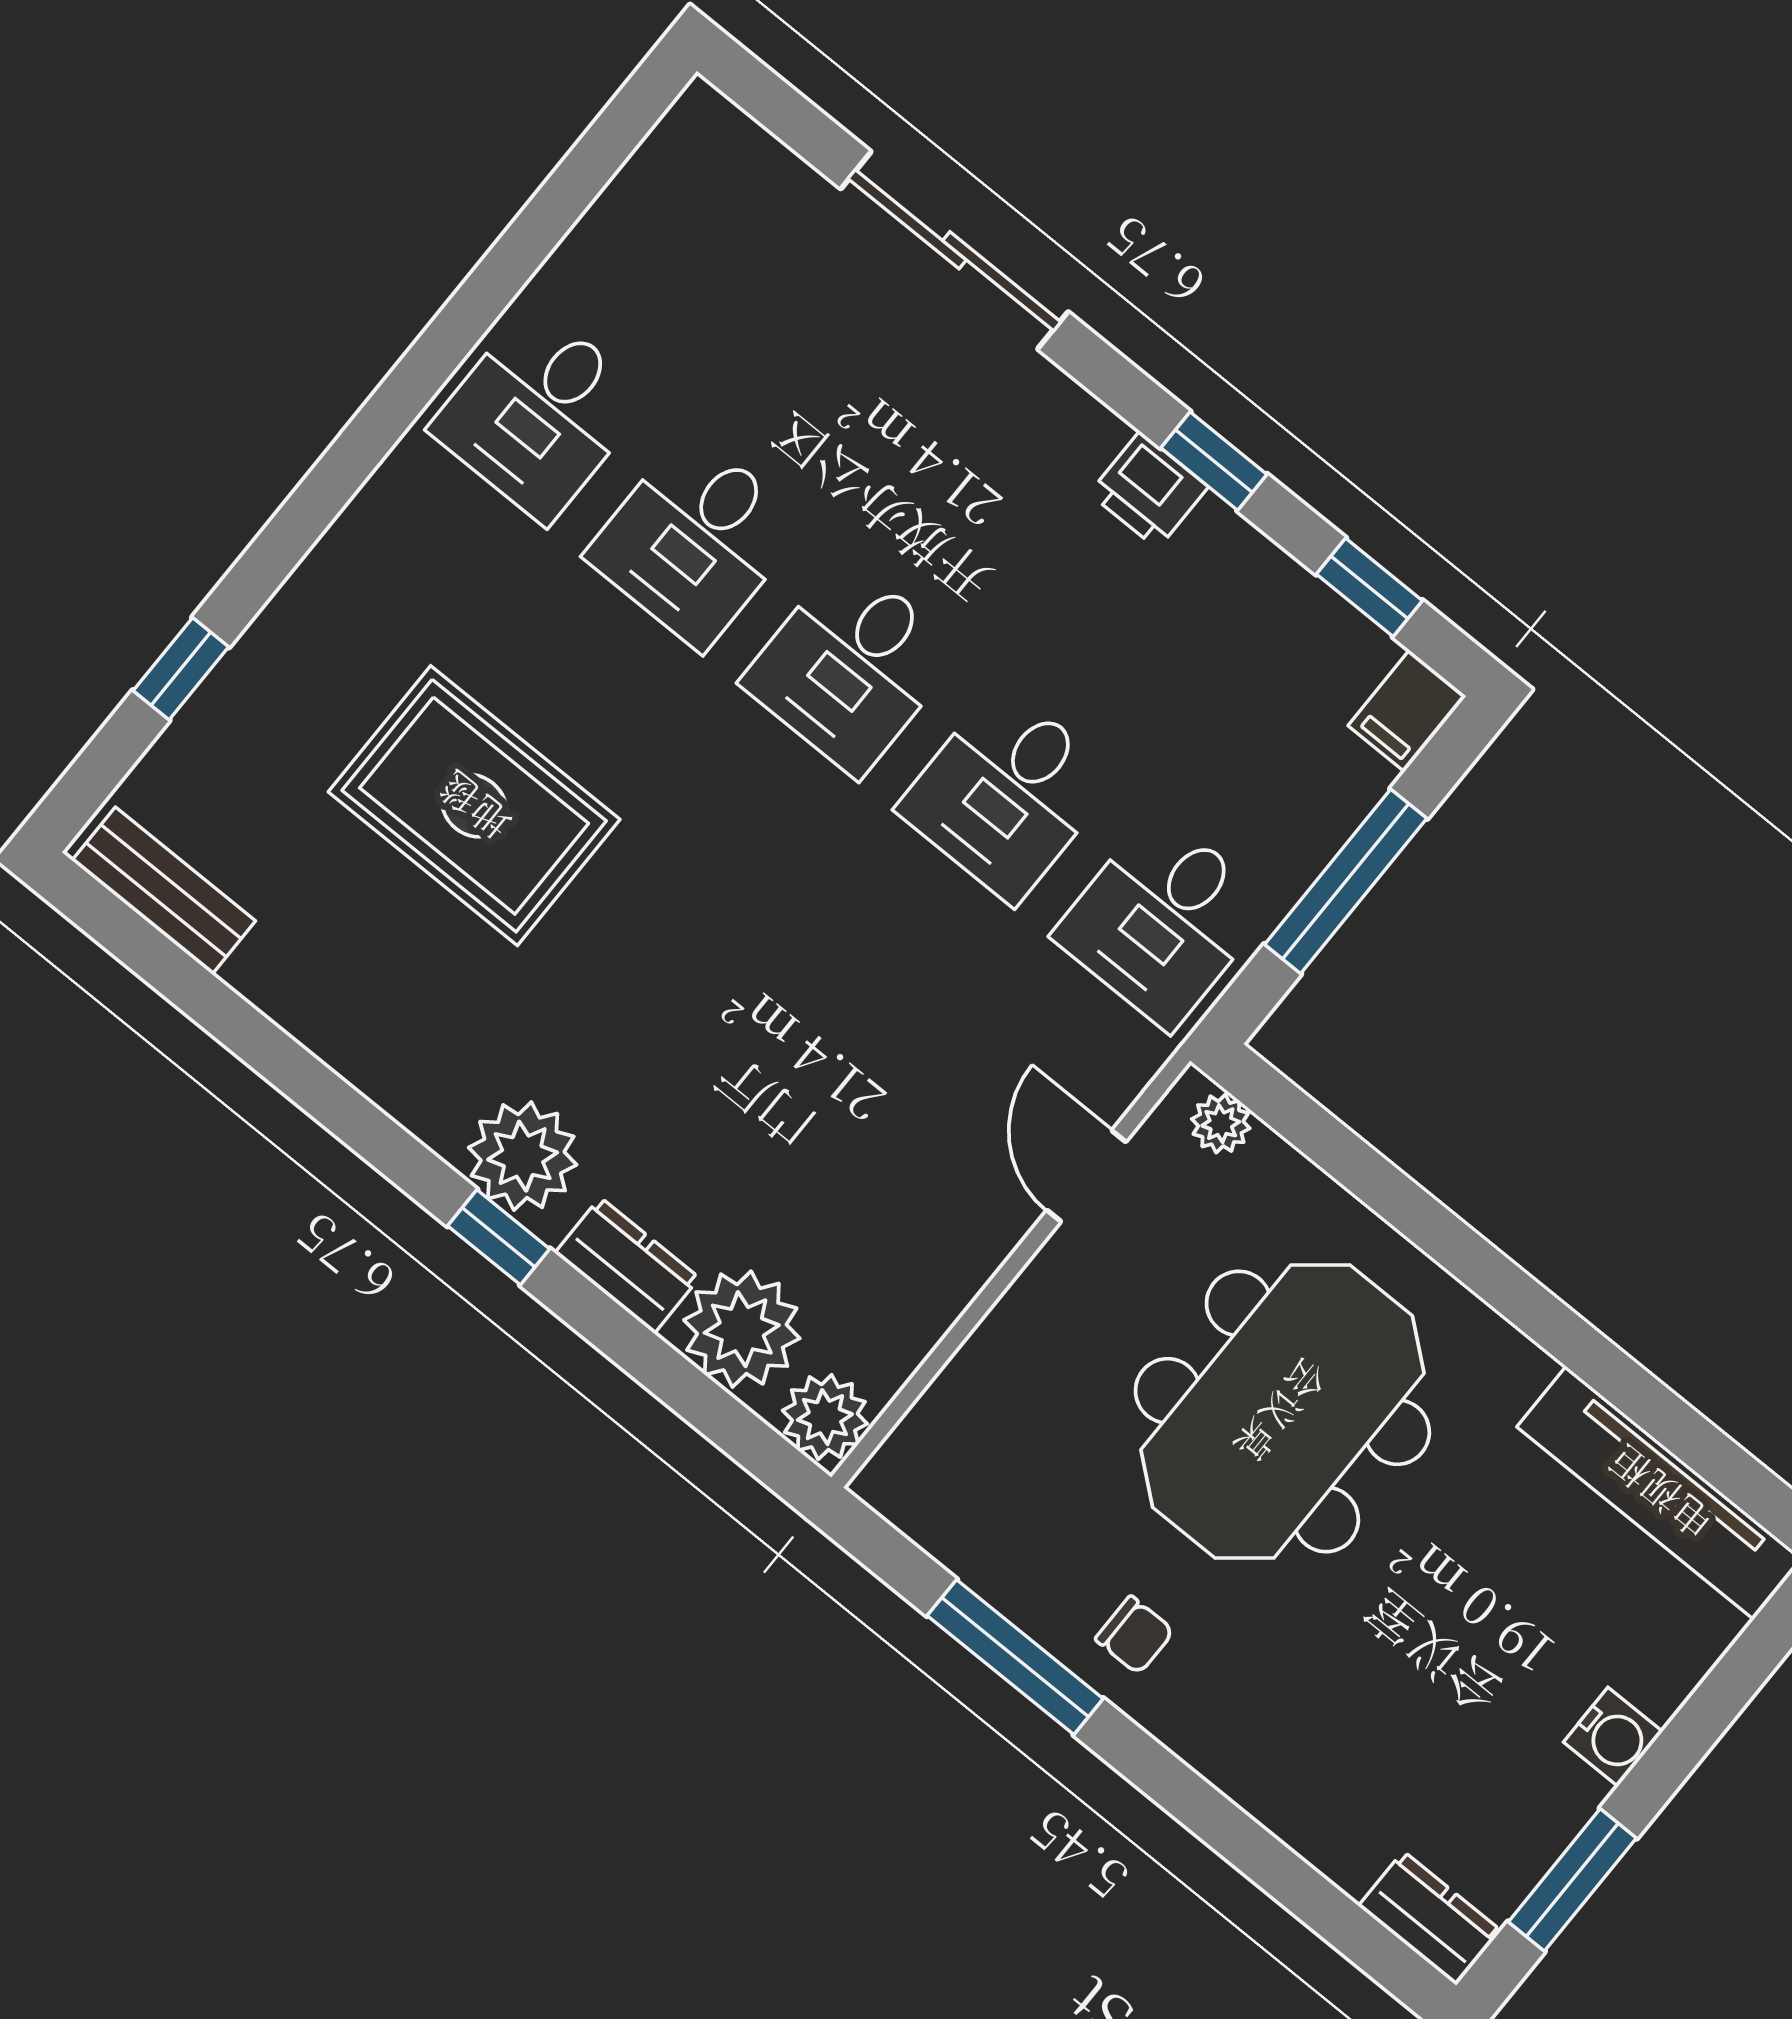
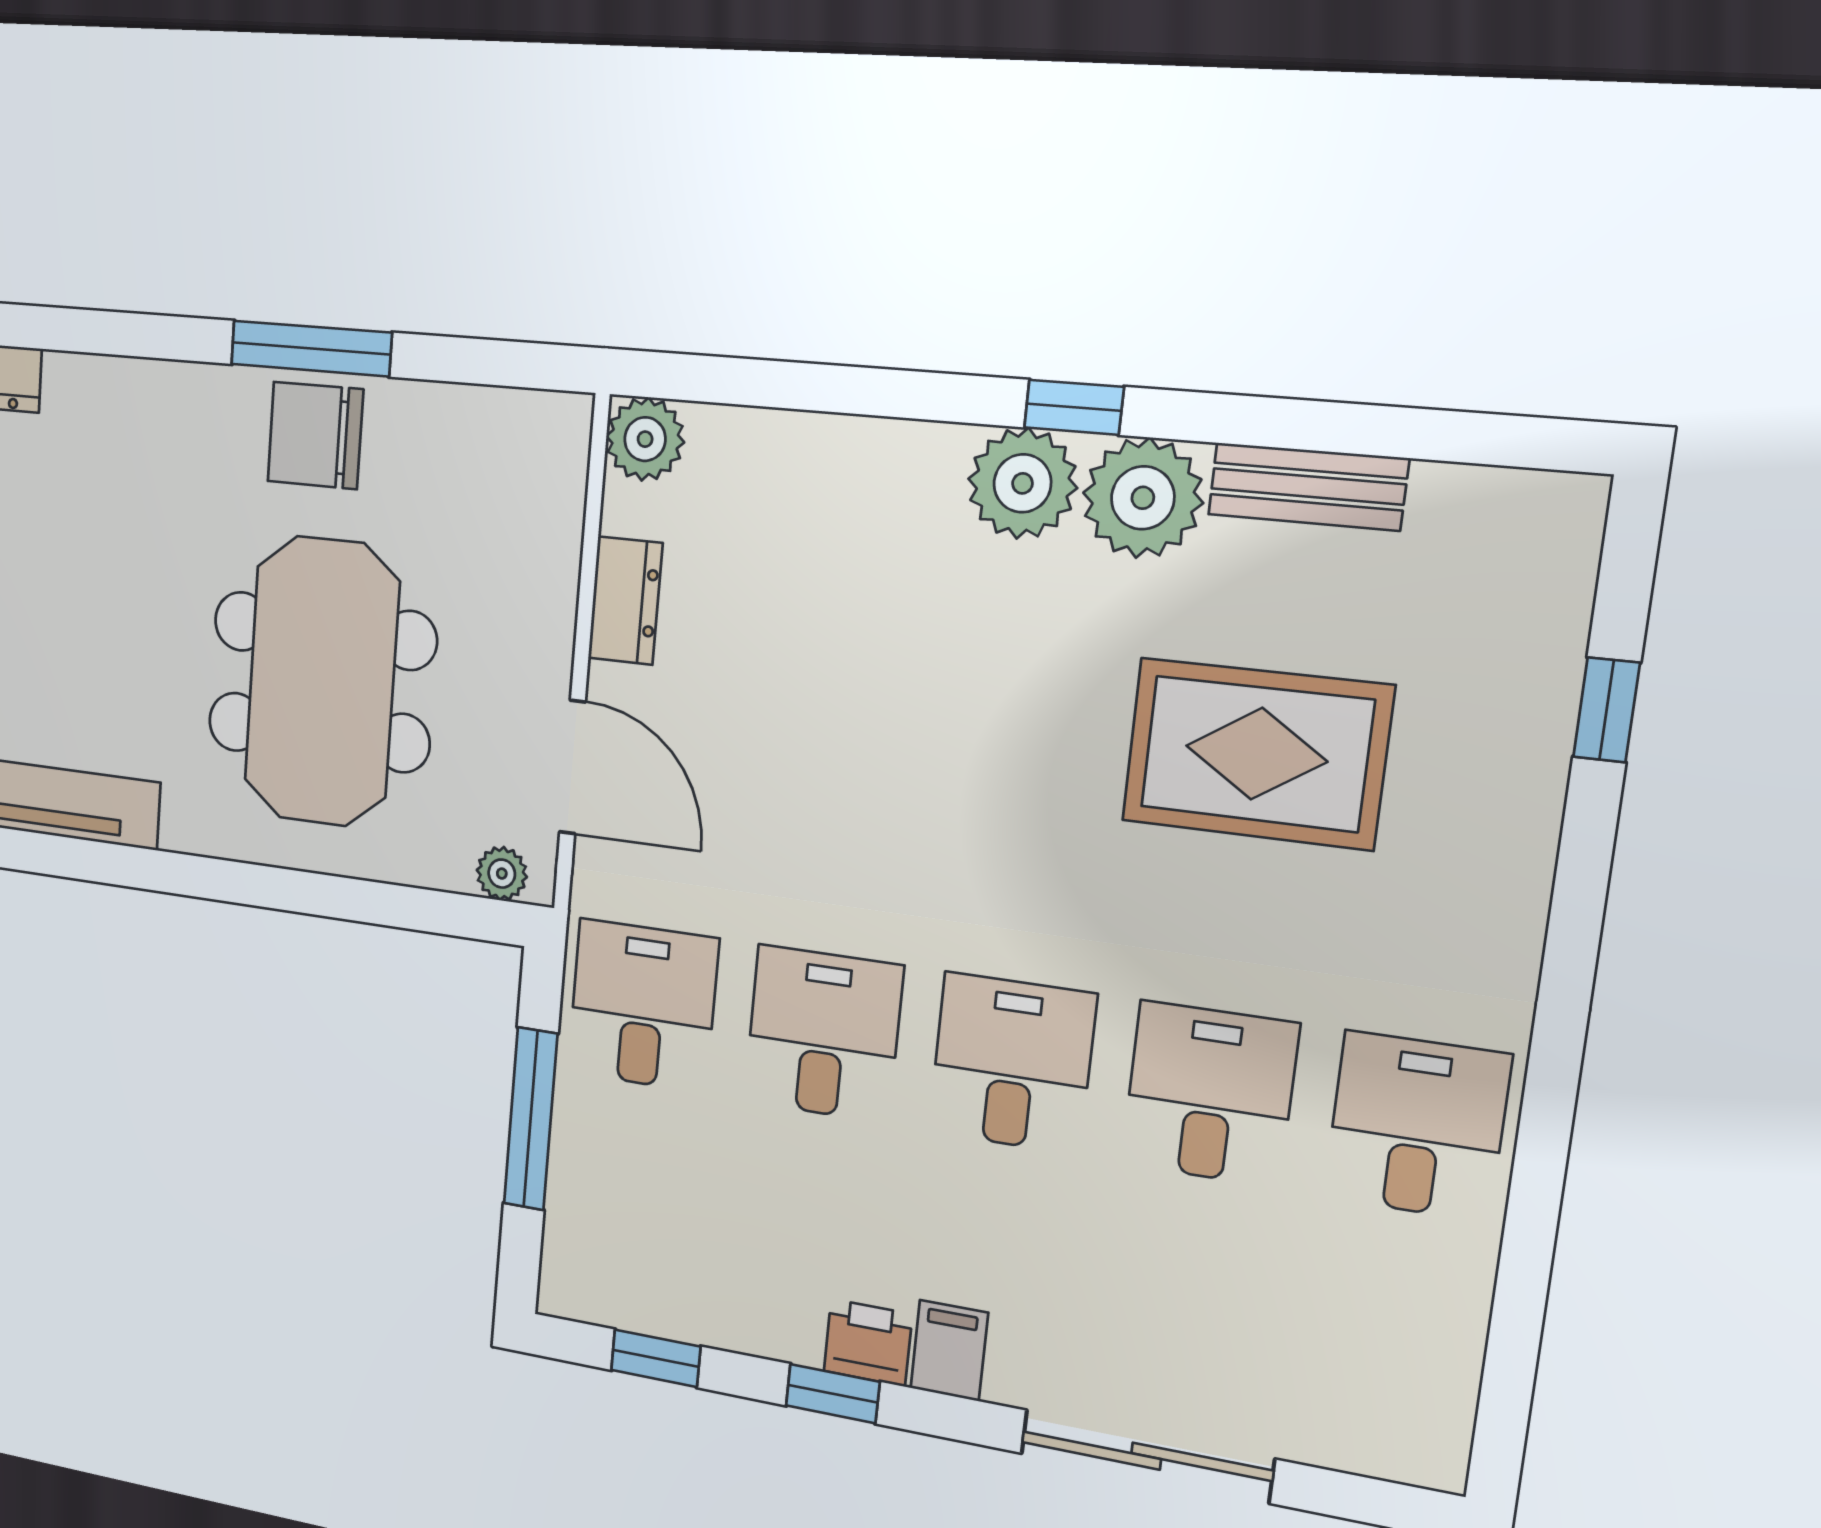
filing cabinet: (1407, 711) -> (949, 1350), moved
bench: (164, 891) -> (1308, 486), moved
door: (1086, 1176) -> (572, 767), width x1.38
window: (499, 1237) -> (1074, 407), moved
dresser: (627, 1265) -> (625, 601), moved, turned -90
plant: (742, 1329) -> (1143, 498), moved
chair: (1135, 1635) -> (315, 435), width x1.87, depth x1.87
window: (1015, 1657) -> (311, 348), moved

